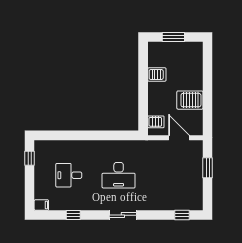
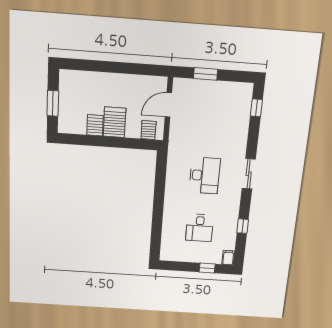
server rack: (190, 100) -> (115, 122), moved, turned 180
window: (30, 158) -> (207, 268), moved

